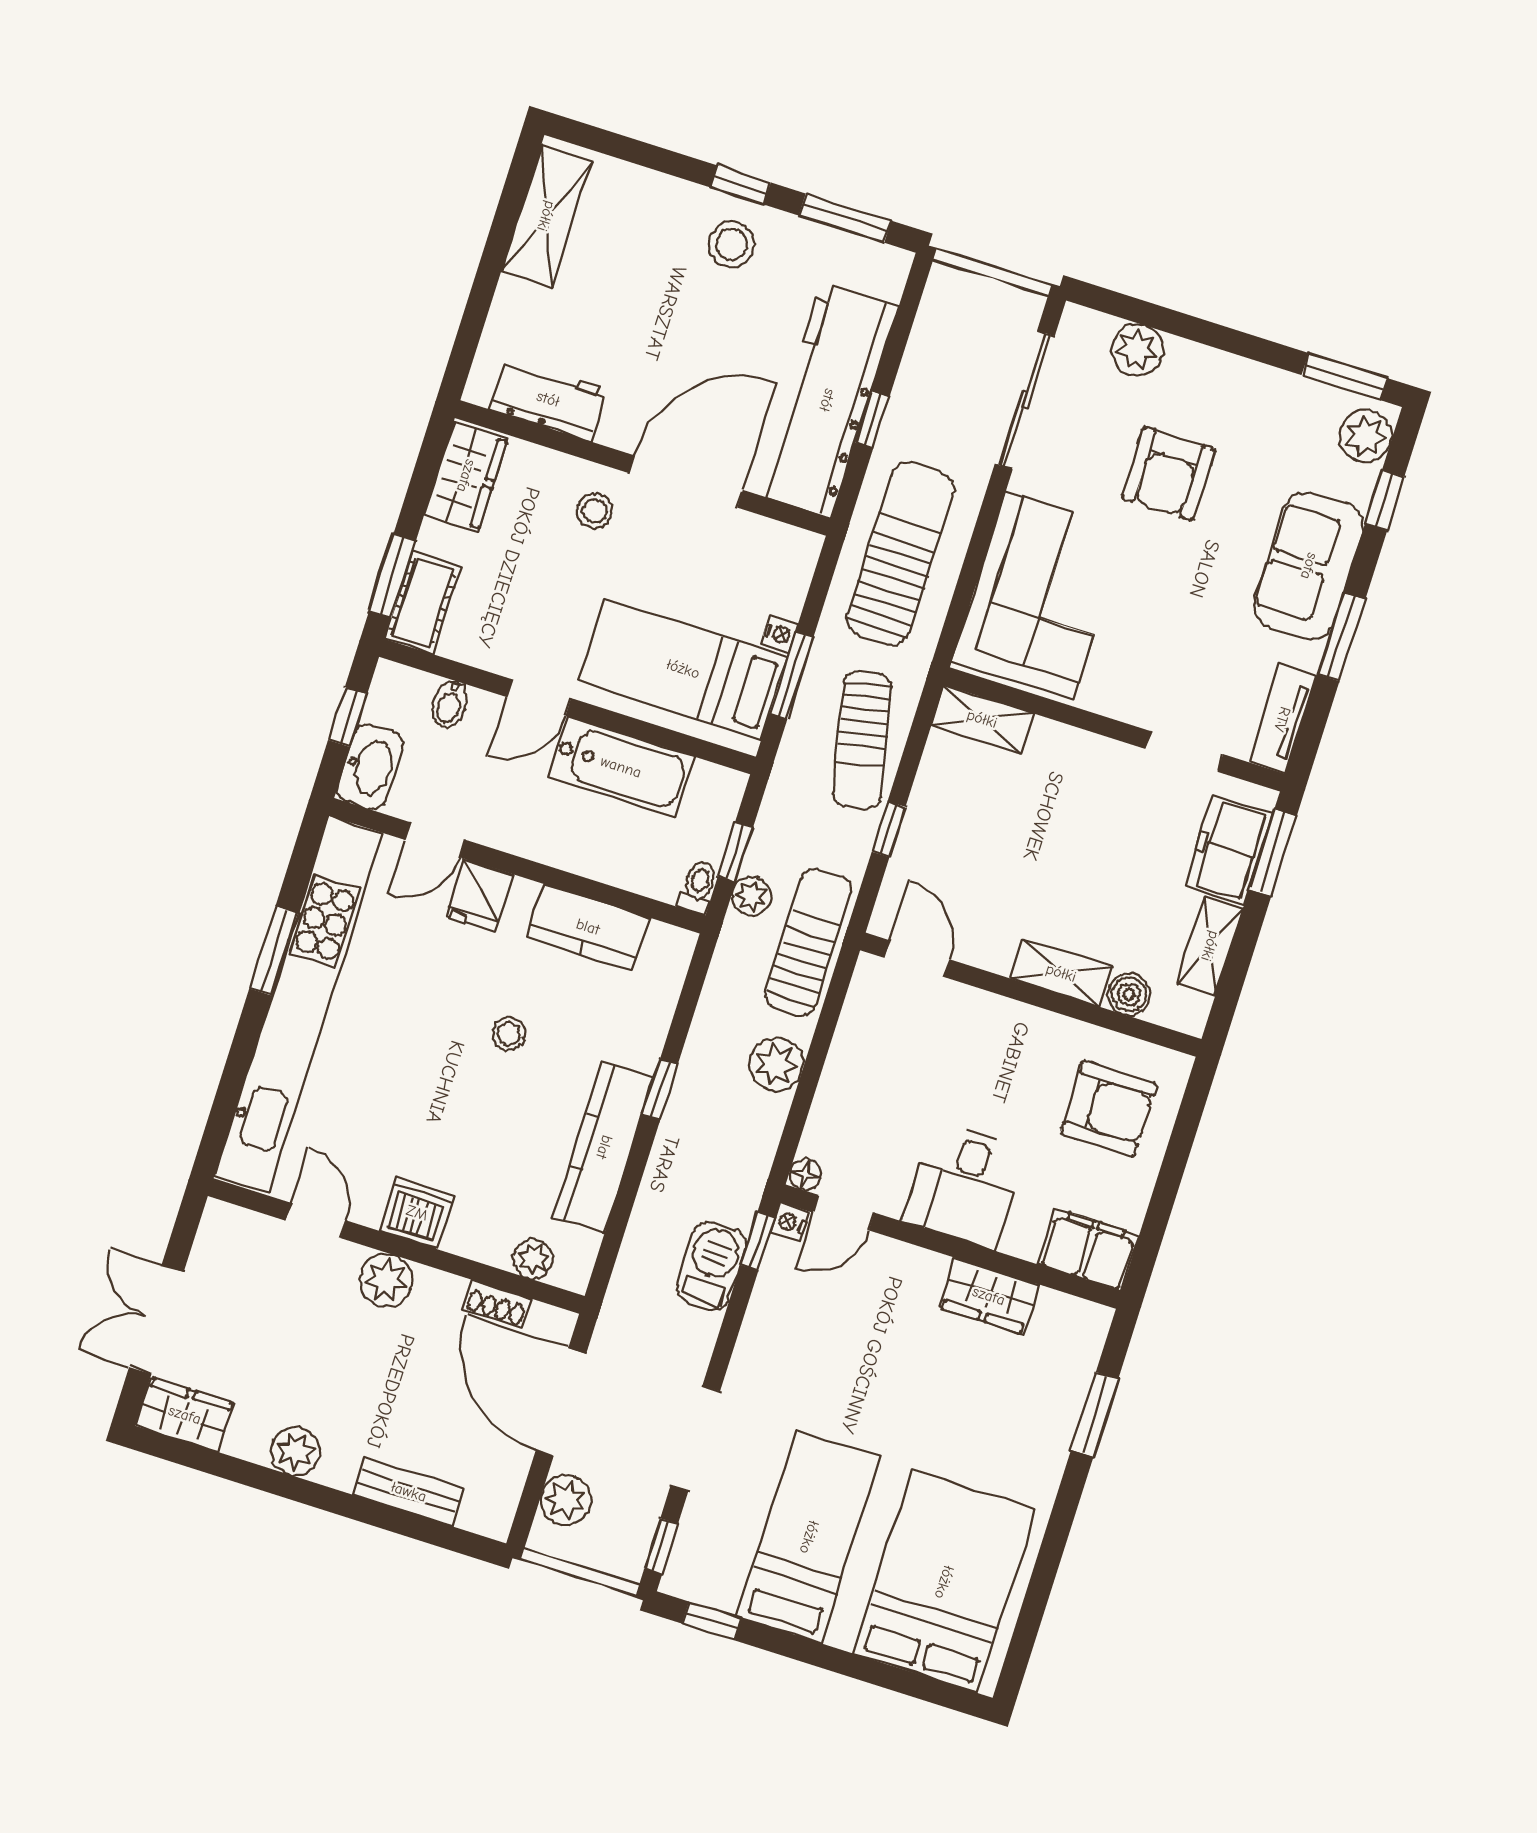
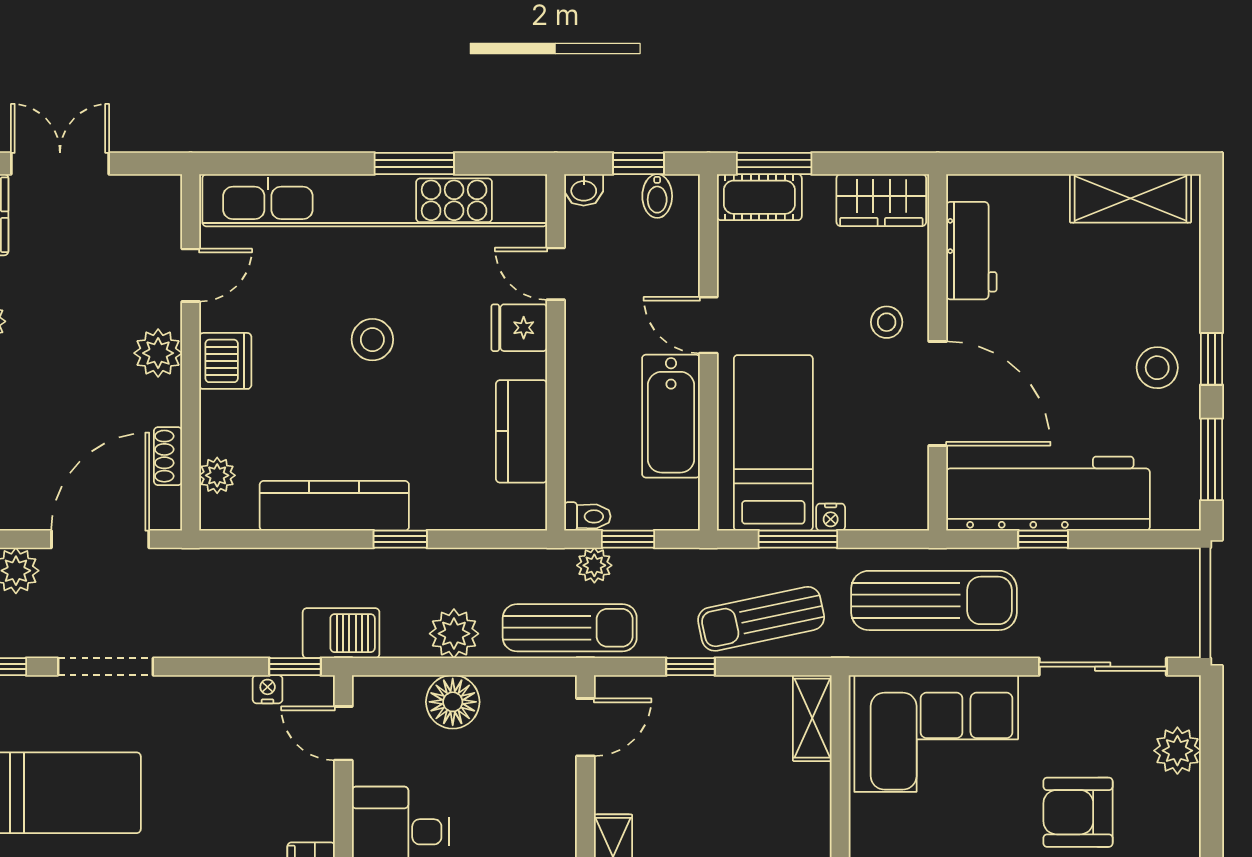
bidet: (450, 704) -> (657, 196), moved, turned -90
washbasin: (370, 767) -> (584, 190), width x0.52, depth x0.69
stool: (509, 1034) -> (372, 340), moved, width x1.37, depth x1.37
floor lamp: (805, 1174) -> (453, 702), moved, width x1.89, depth x1.89
nightstand: (790, 1222) -> (268, 689), moved
barbecue: (712, 1266) -> (341, 633), moved

